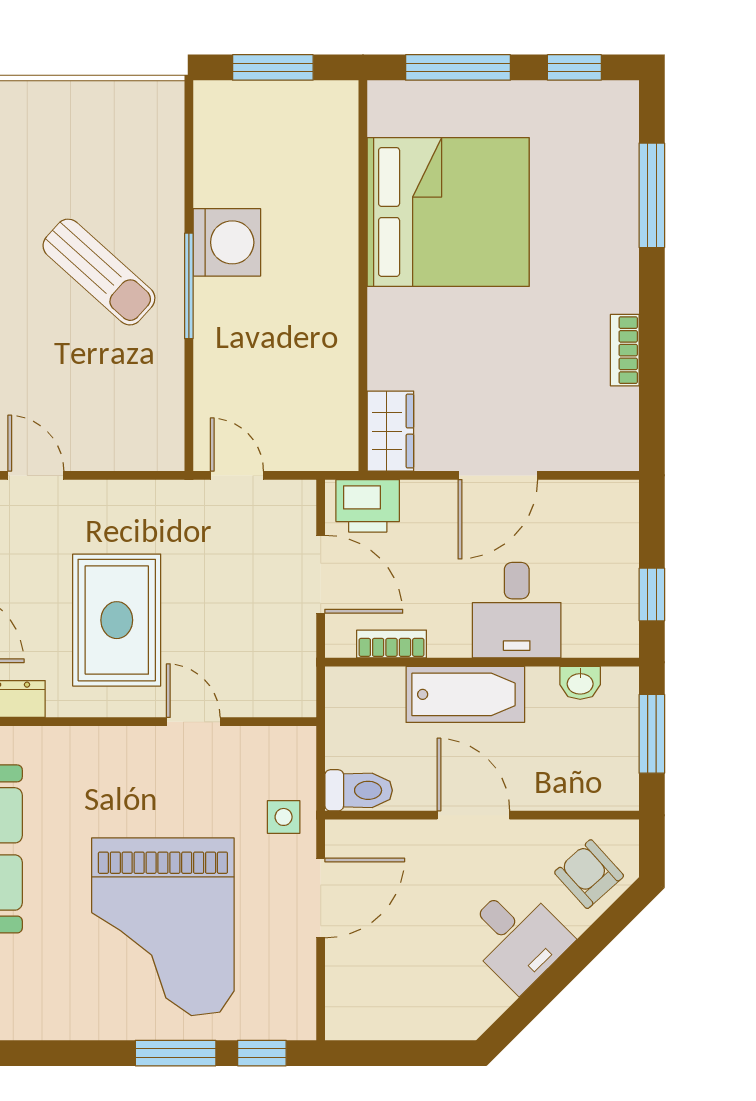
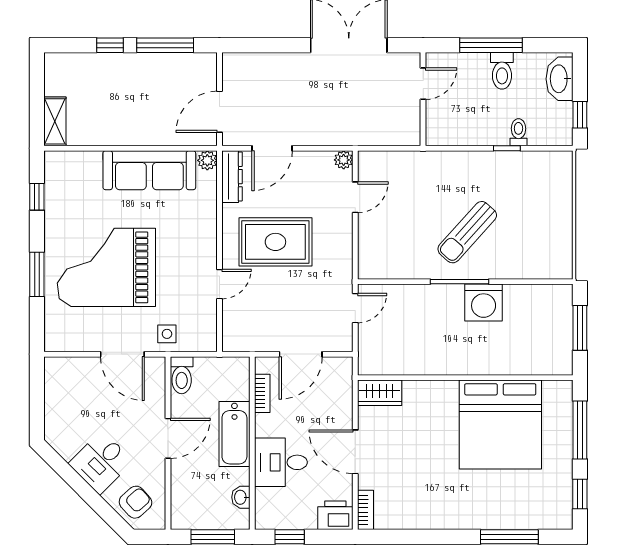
bookcase: (625, 350) -> (365, 510), moved, turned 90
printer: (368, 506) -> (335, 515), moved, turned 90
window: (262, 1053) -> (37, 197), moved

